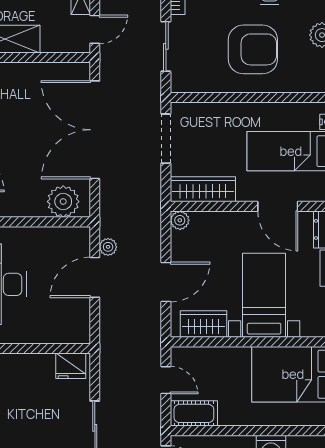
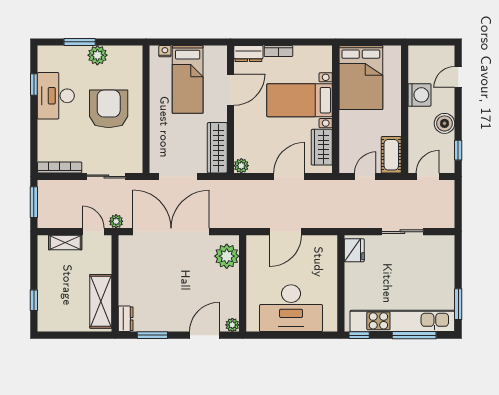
double door: (95, 130) -> (171, 232), swing flipped
plant: (108, 247) -> (116, 221), moved
door: (95, 277) -> (286, 232), hinge flipped
door: (166, 282) -> (289, 176), hinge flipped

